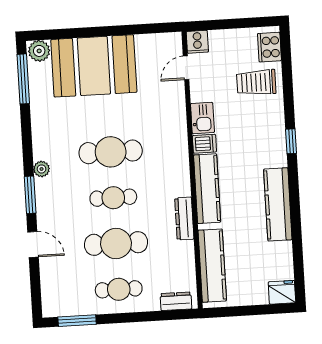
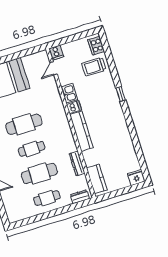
kitchen counter: (278, 204) -> (122, 130), removed
dresser: (184, 219) -> (77, 163), moved
kitchen counter: (212, 266) -> (97, 179), width x0.67
window: (77, 321) -> (29, 221), removed

